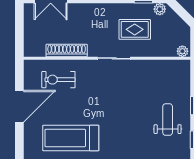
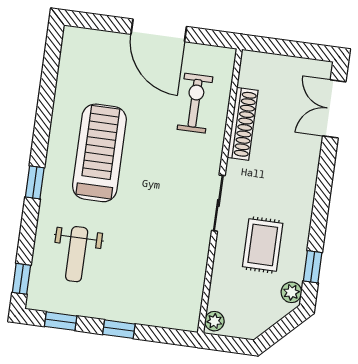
weight bench: (168, 120) -> (77, 254), moved, turned 90
treadmill: (71, 138) -> (99, 153), moved

